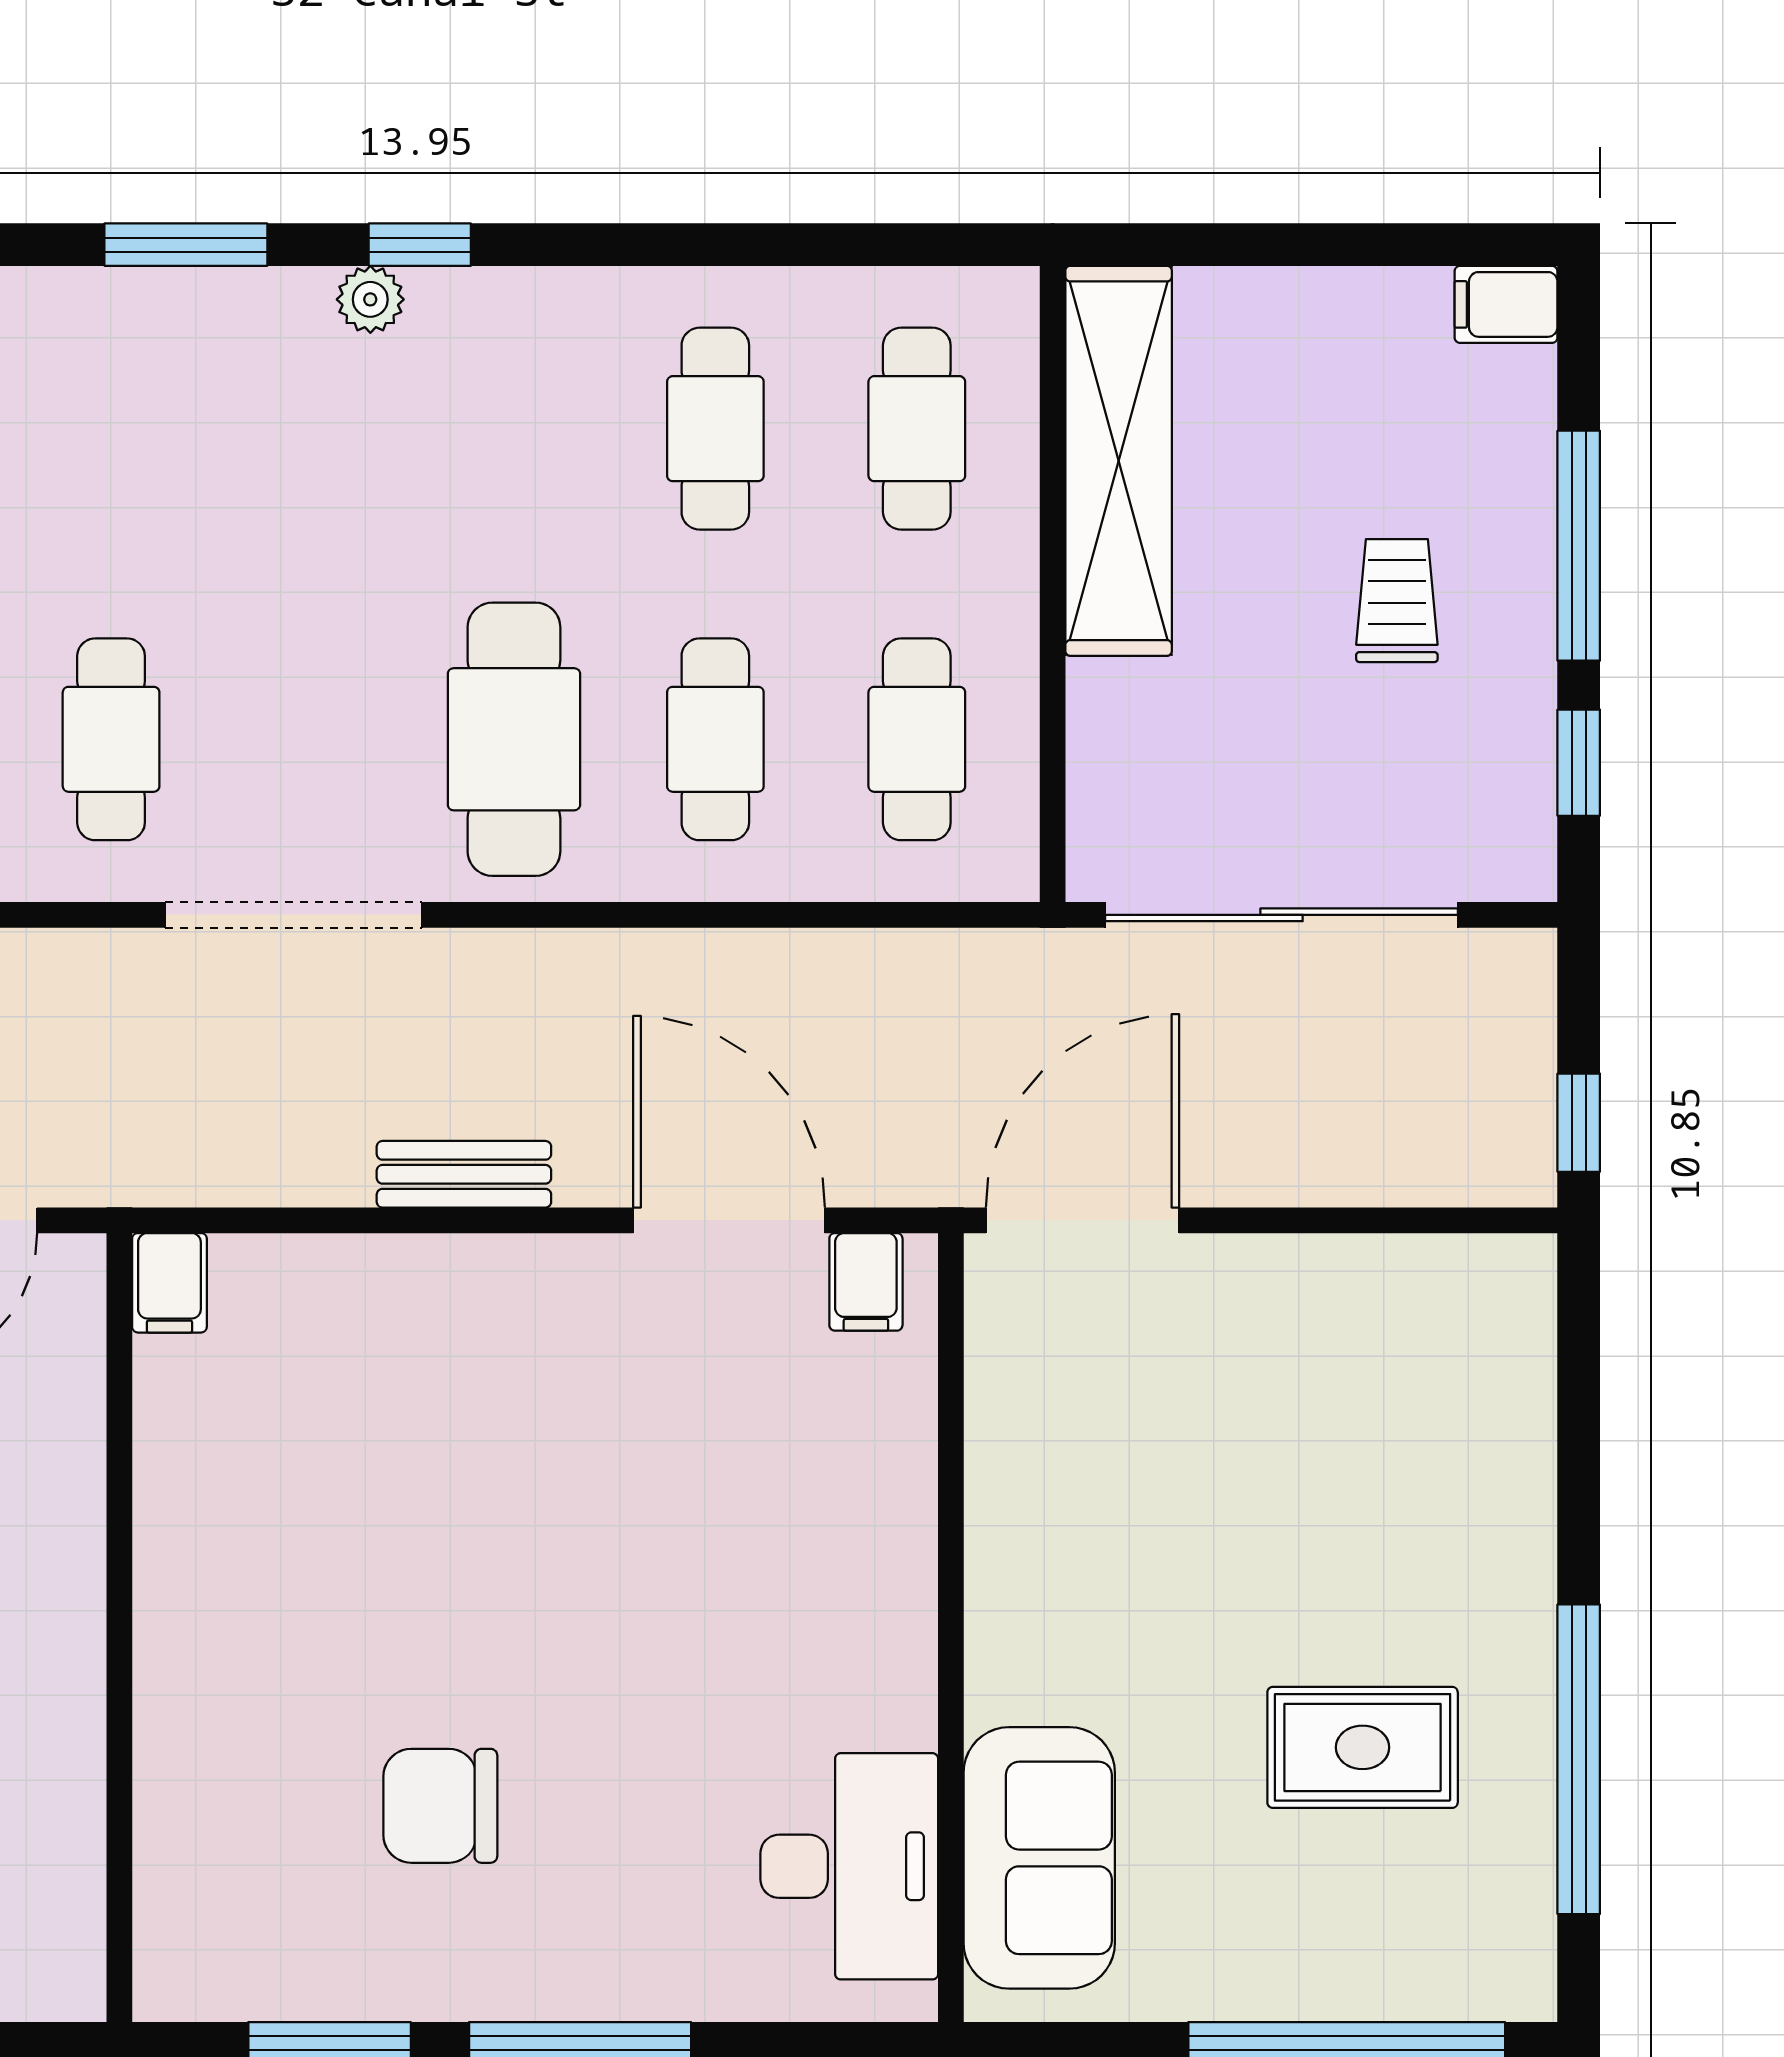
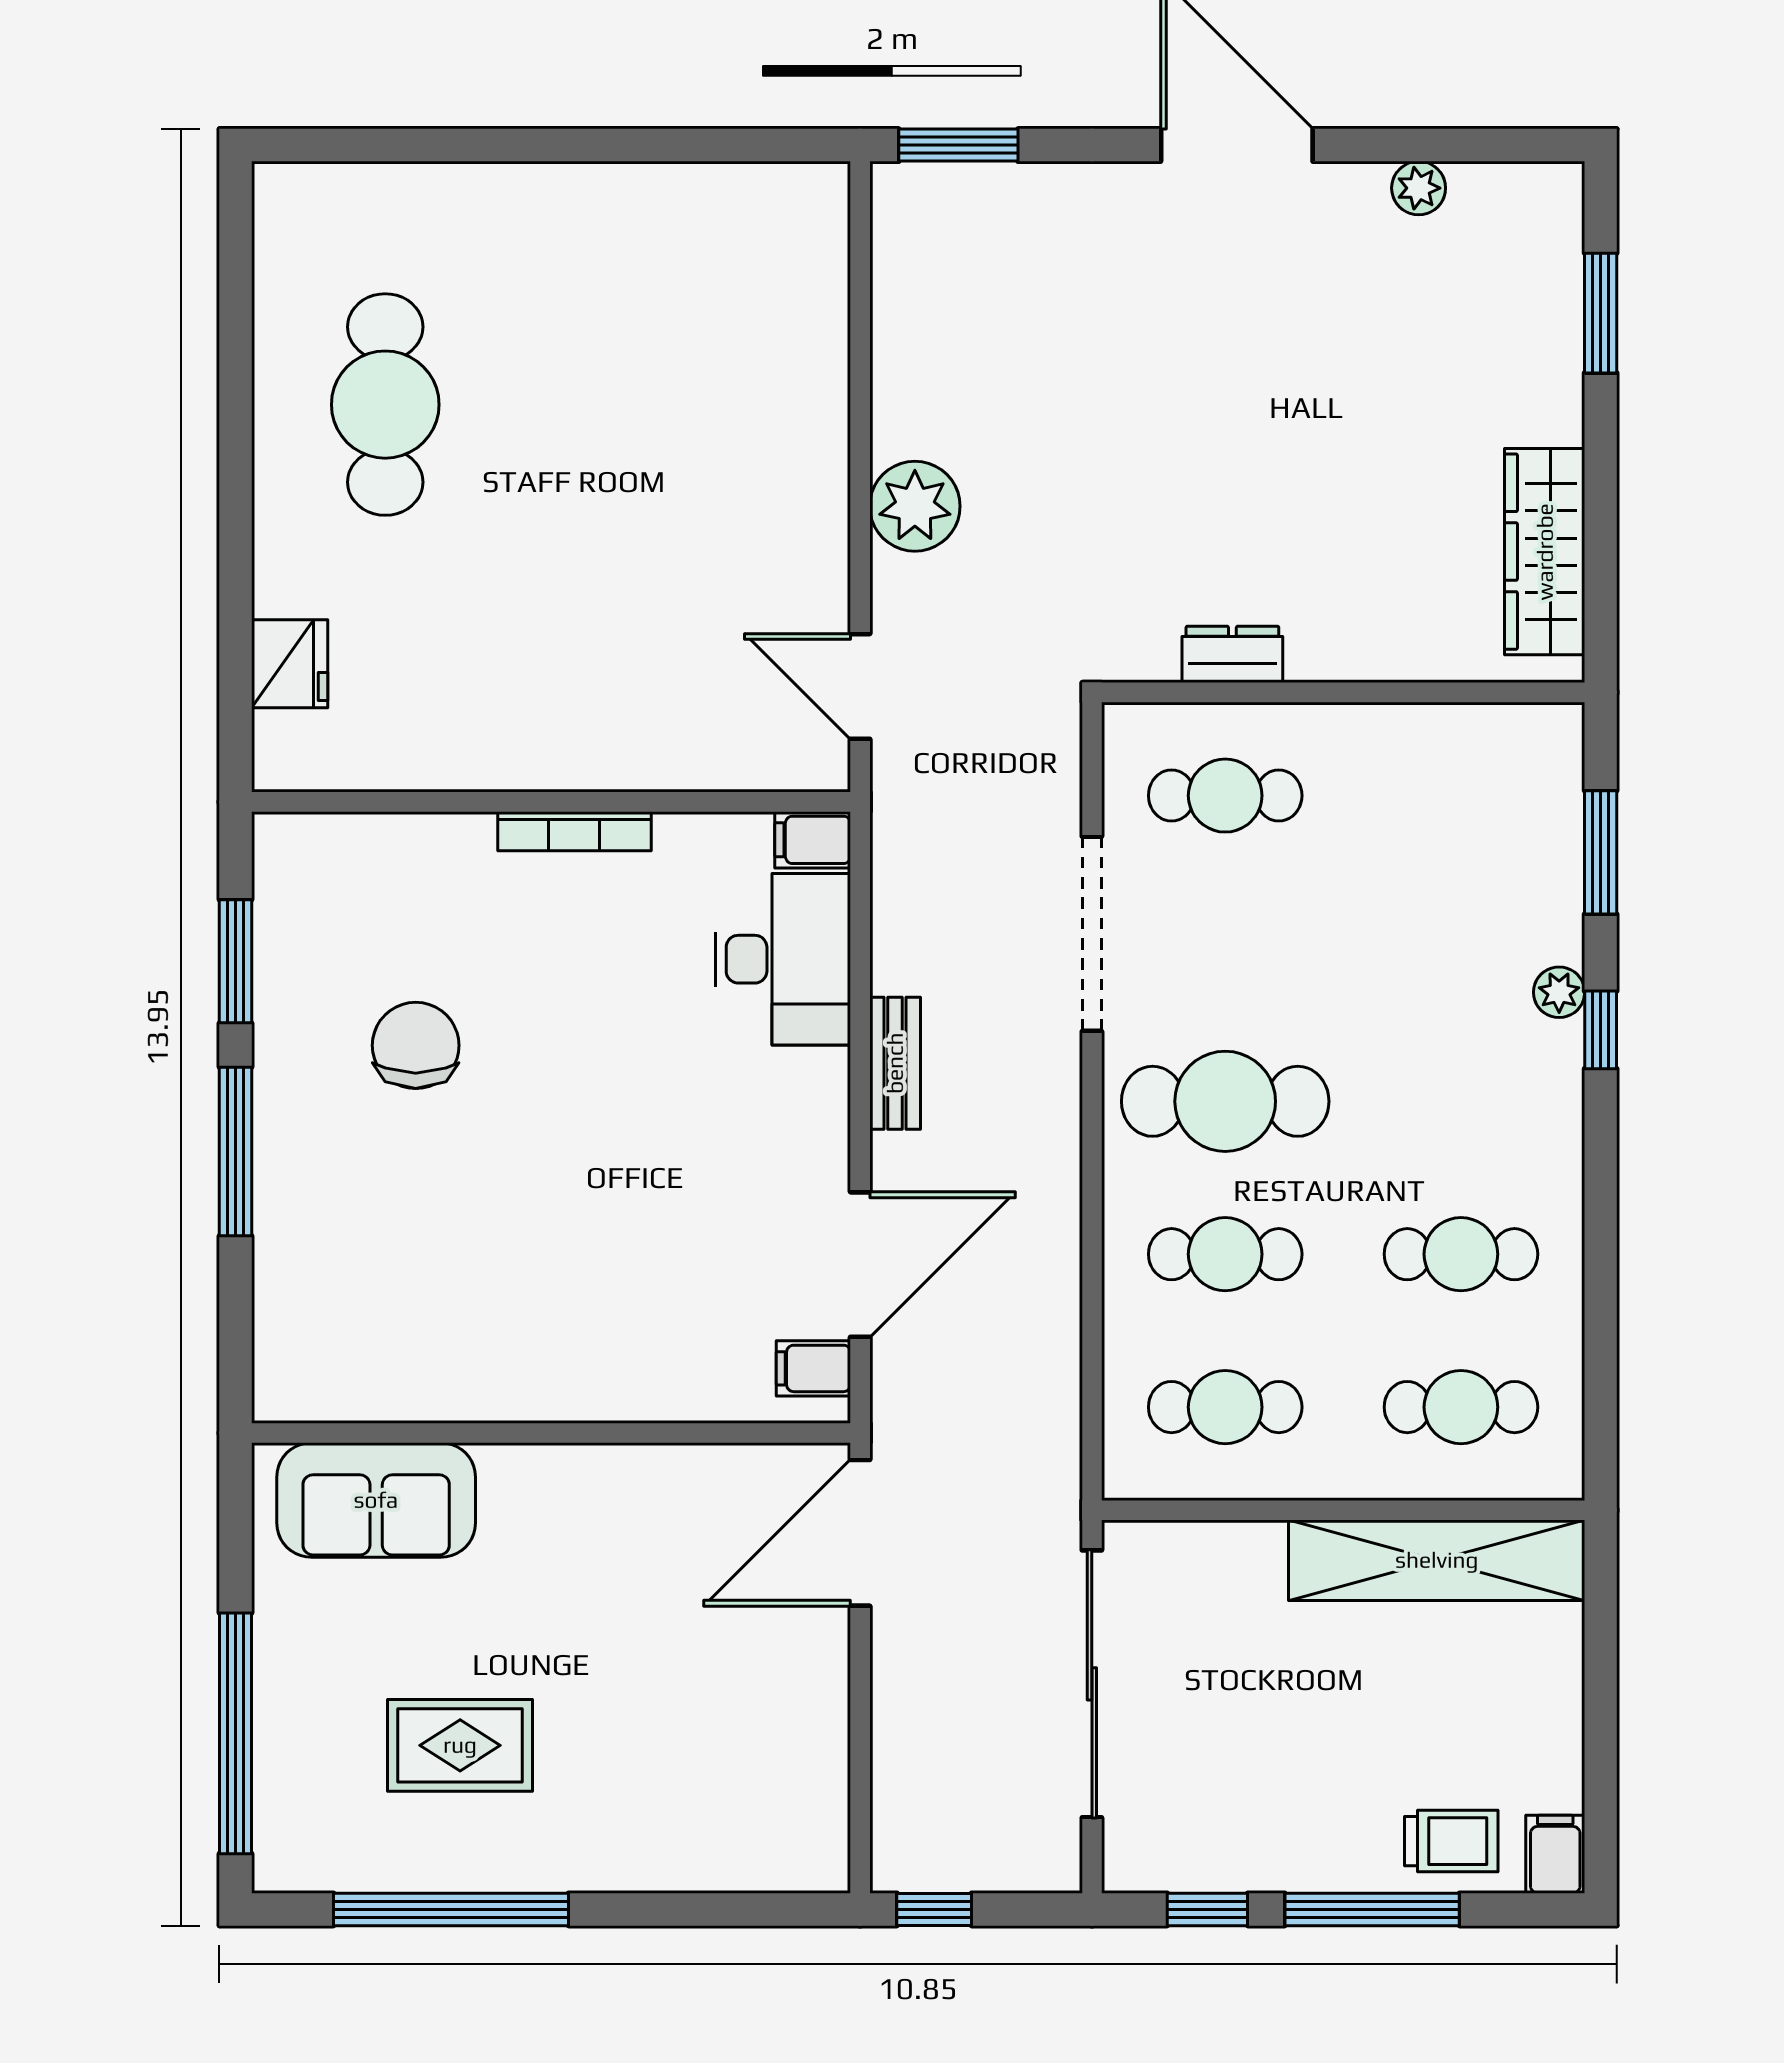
trolley: (1397, 601) -> (1451, 1841), moved
door: (1083, 1220) -> (860, 1533), swing flipped
bookcase: (158, 1597) -> (574, 831), added
rug: (1363, 1747) -> (460, 1745), turned 90
desk: (849, 1866) -> (783, 959), moved, turned -90

